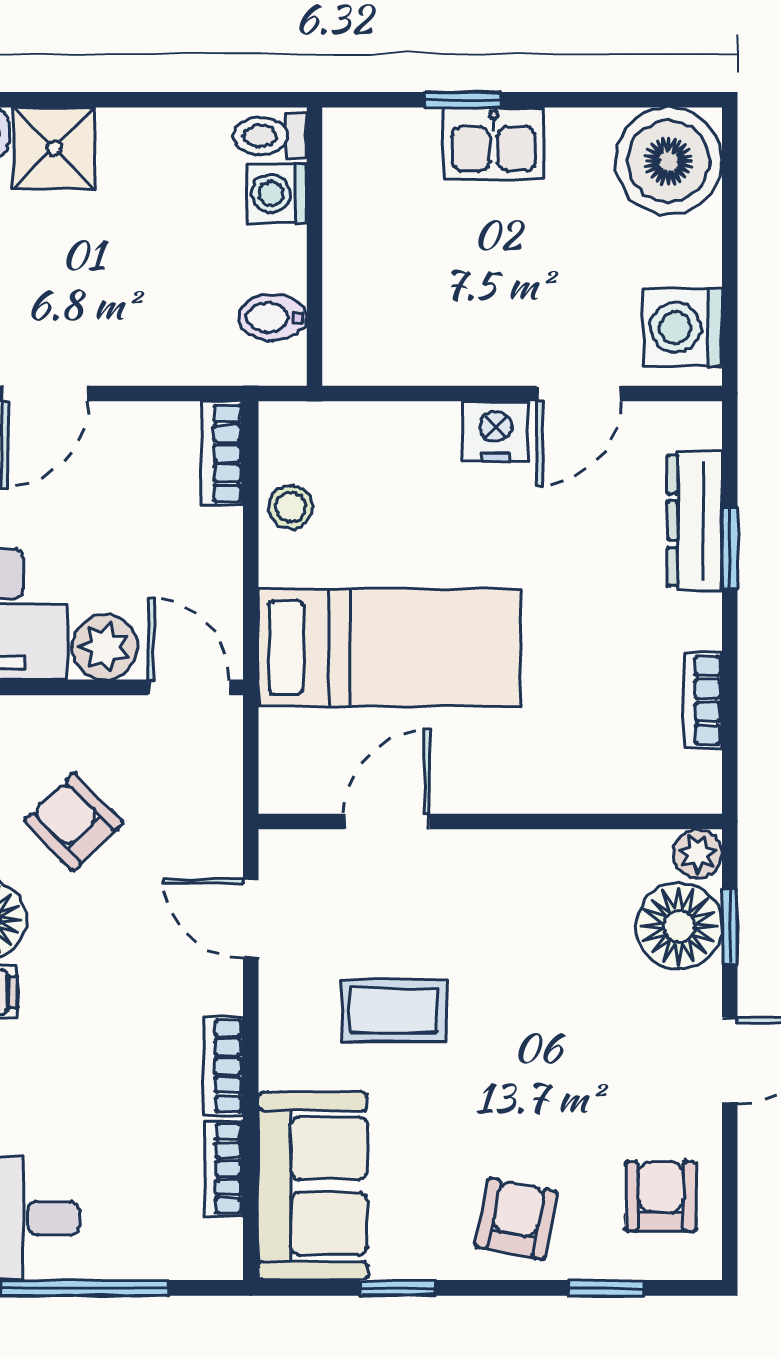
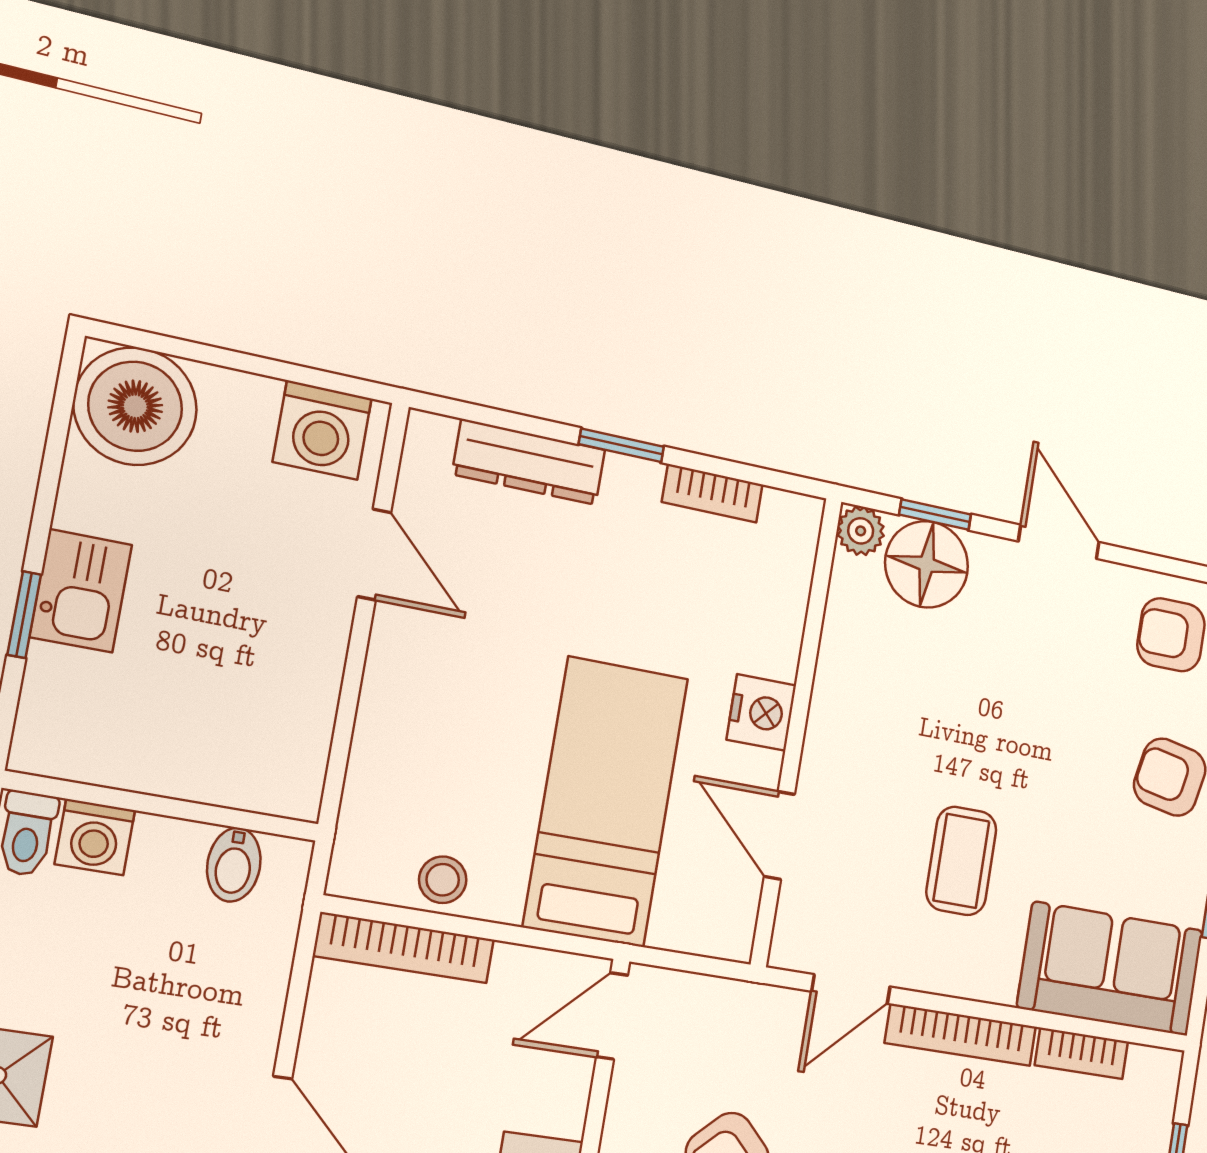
nightstand: (496, 431) -> (761, 712), moved, turned 180
bookcase: (222, 453) -> (404, 948), width x1.56
window: (730, 548) -> (621, 445), moved
plant: (105, 647) -> (556, 1098), removed
bookcase: (223, 1066) -> (961, 1035), width x1.56

